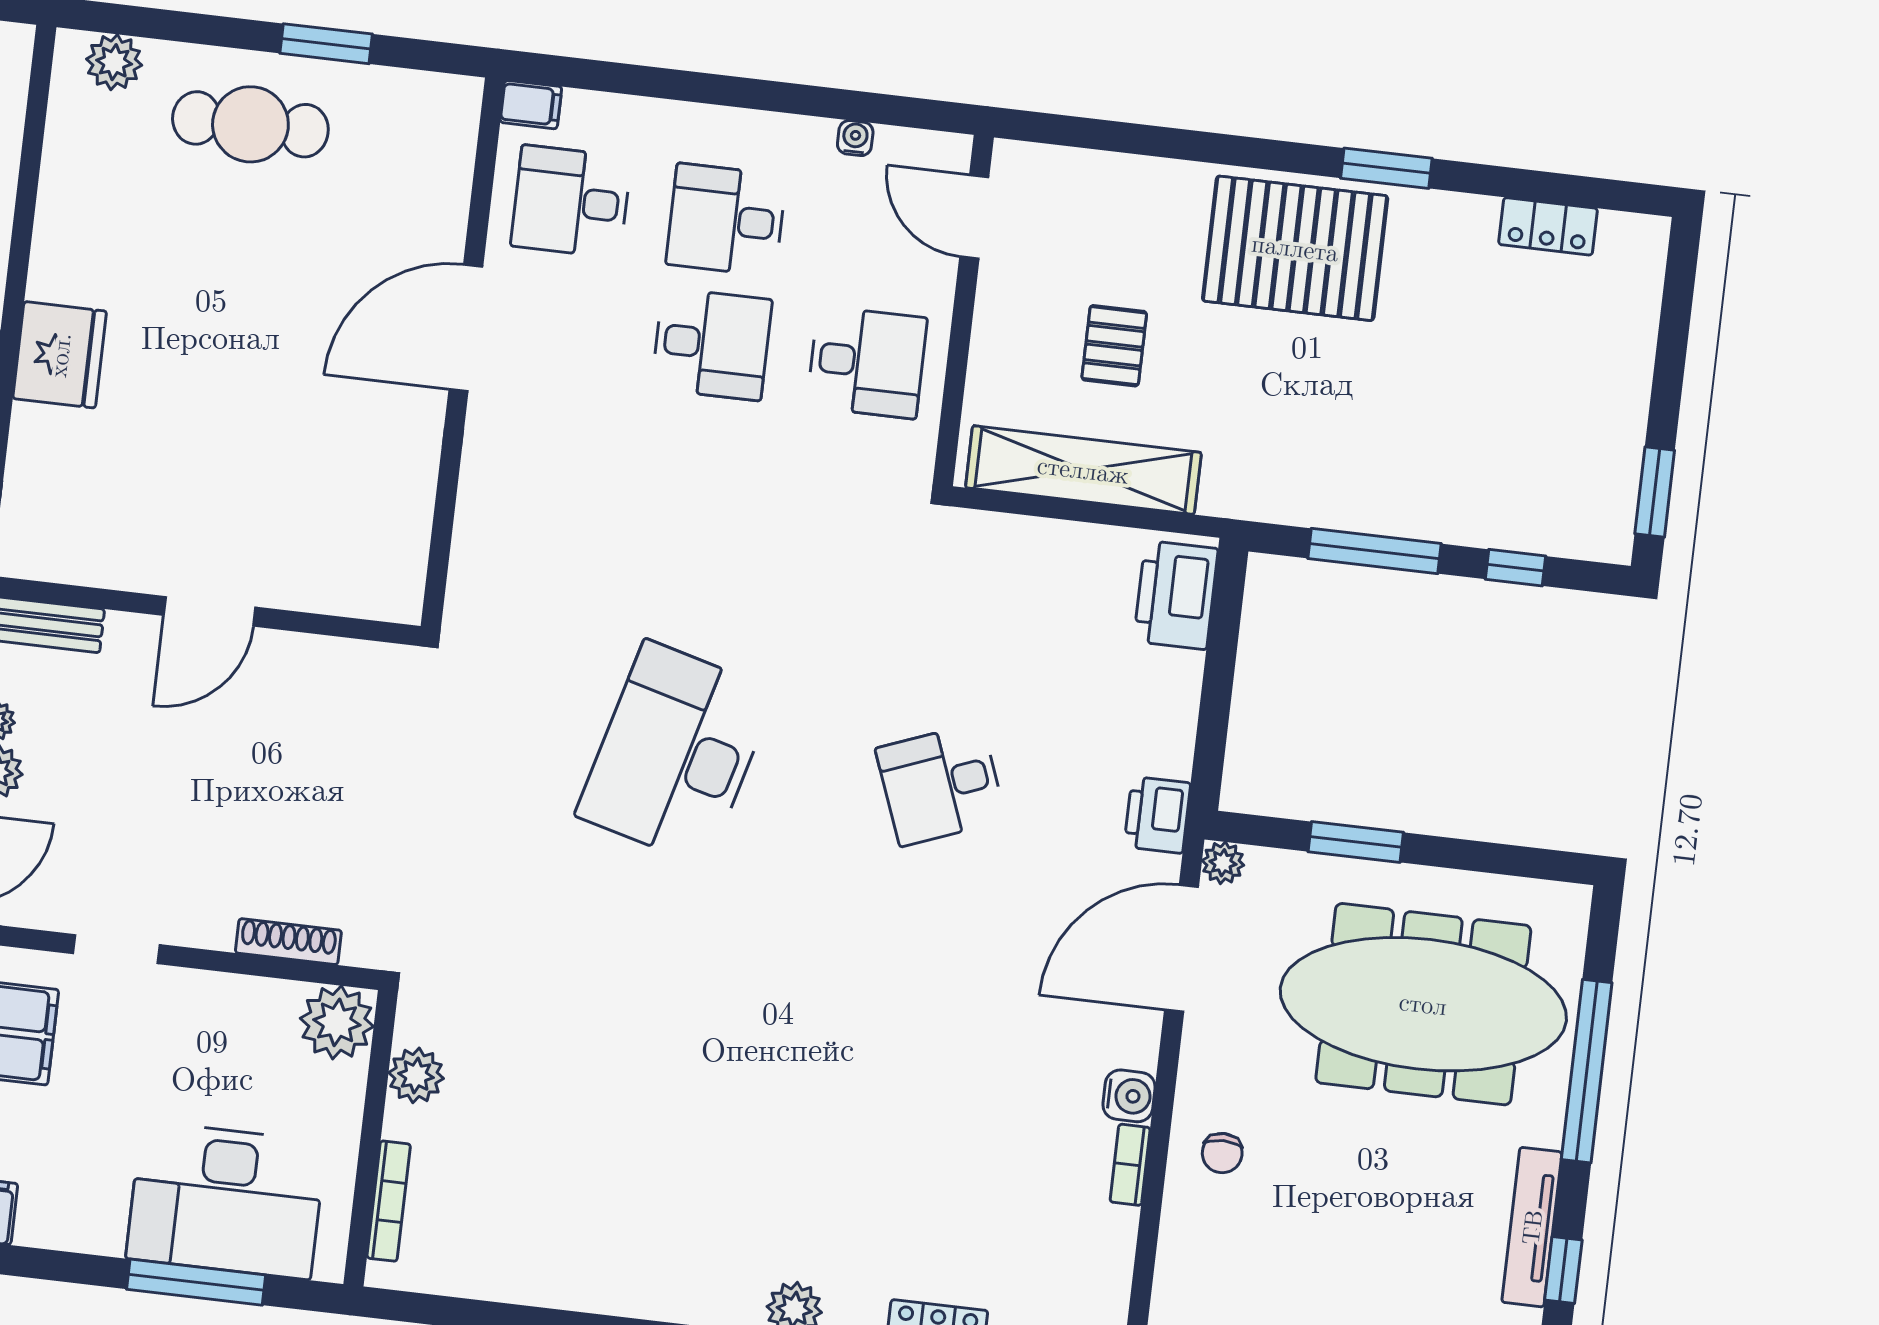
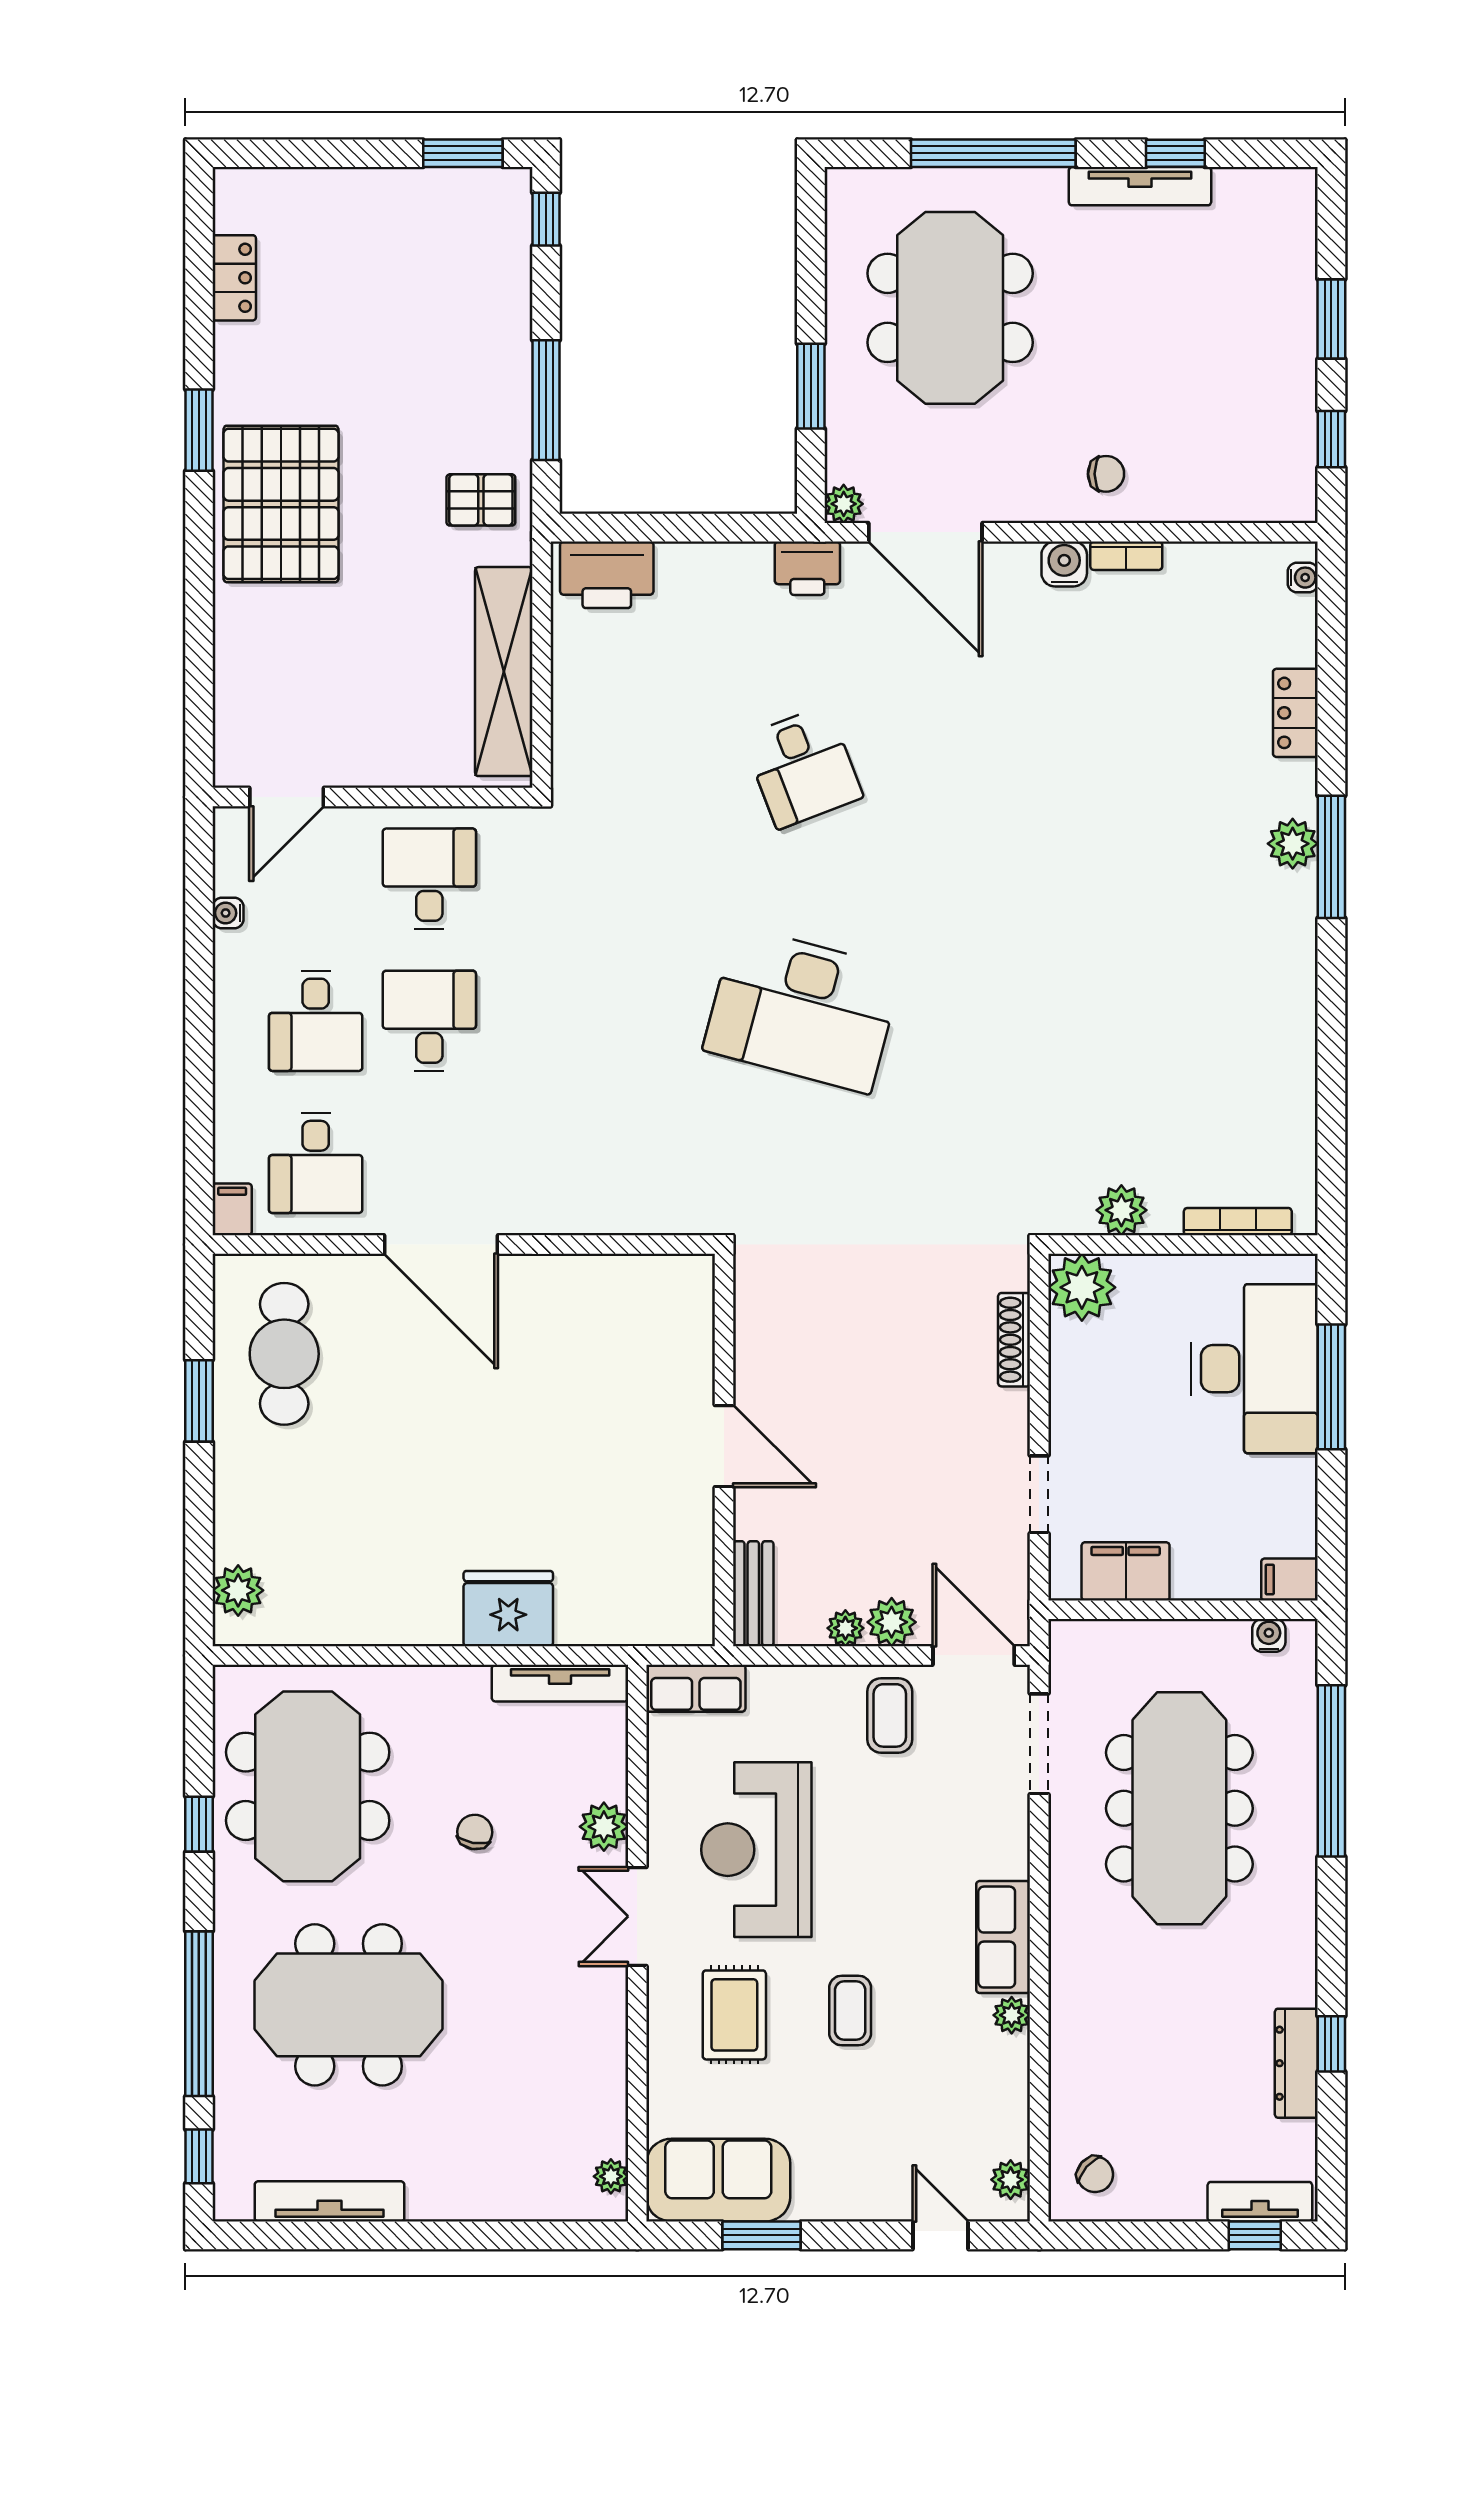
cafe table: (250, 124) -> (284, 1354), moved
pallet: (1114, 346) -> (481, 500), moved
window: (1515, 568) -> (546, 219), moved
meeting table: (1423, 1004) -> (950, 308), width x0.73

